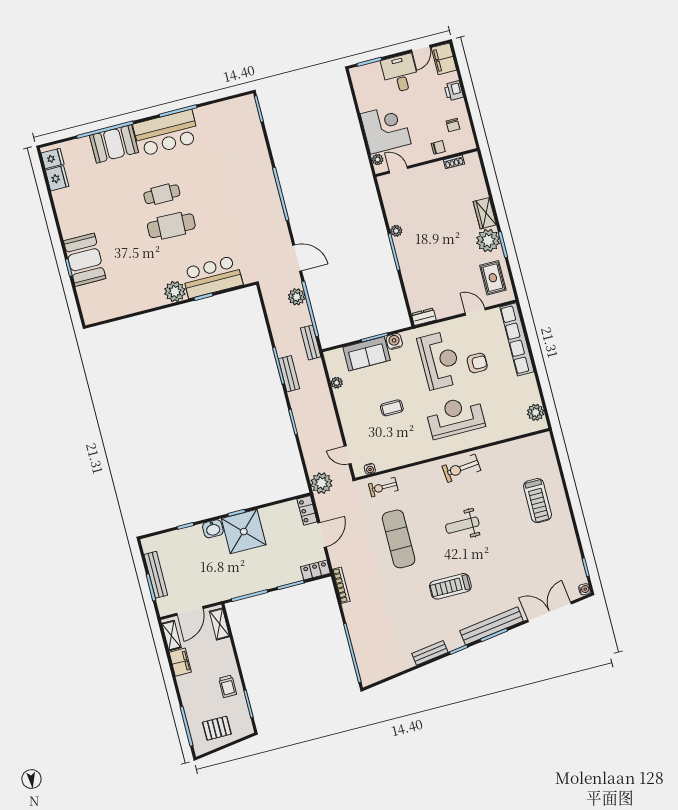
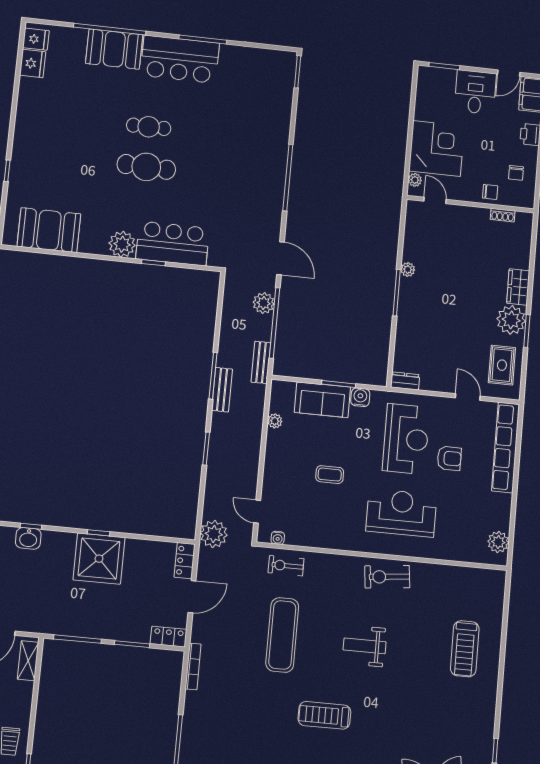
booth: (85, 260) -> (49, 230), moved, turned 90
washbasin: (213, 529) -> (28, 538), moved

